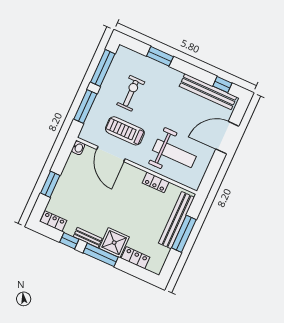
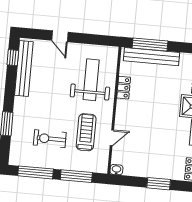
treadmill: (125, 131) -> (86, 132), turned 180
door: (227, 138) -> (60, 36), width x0.53
door: (111, 154) -> (112, 138), width x0.53
window: (184, 234) -> (150, 44), moved

